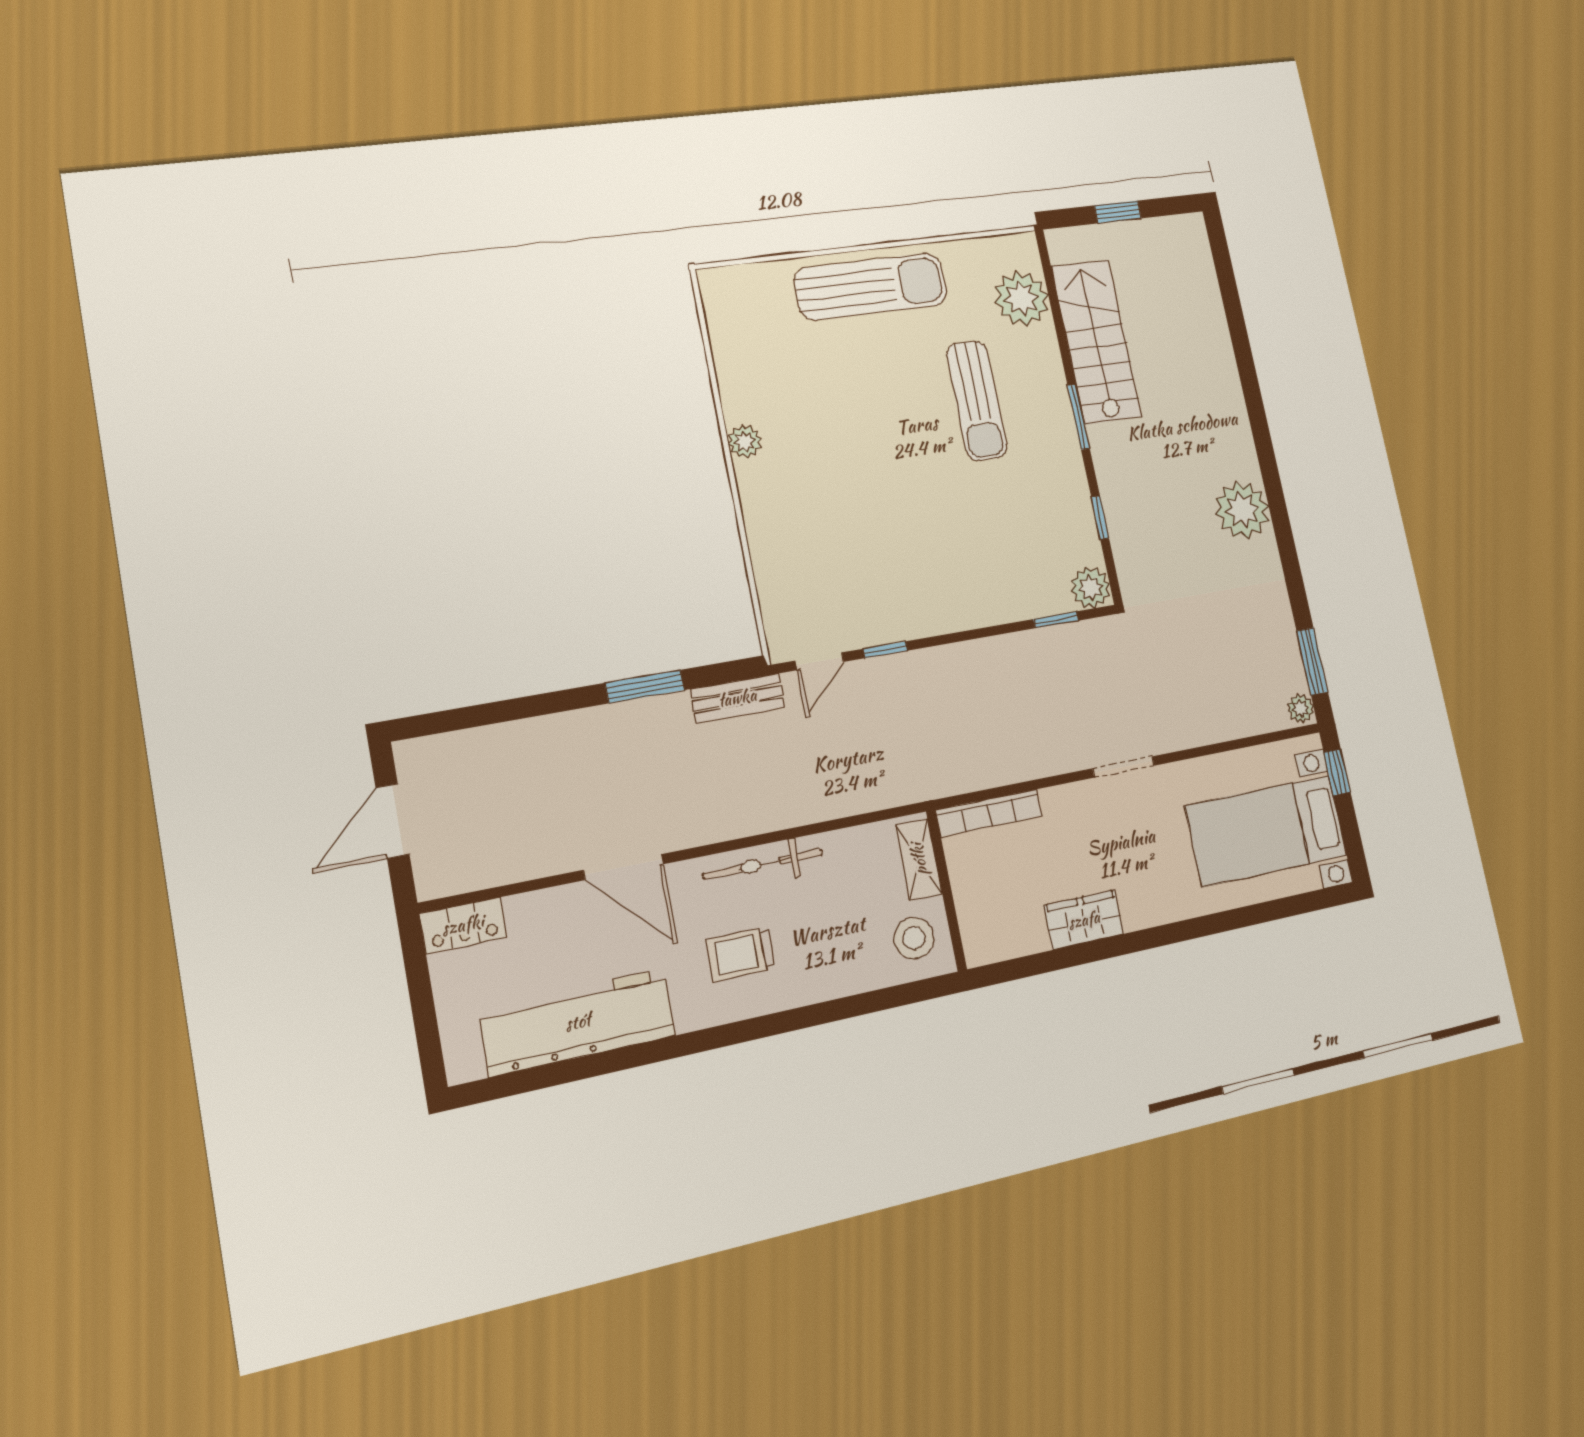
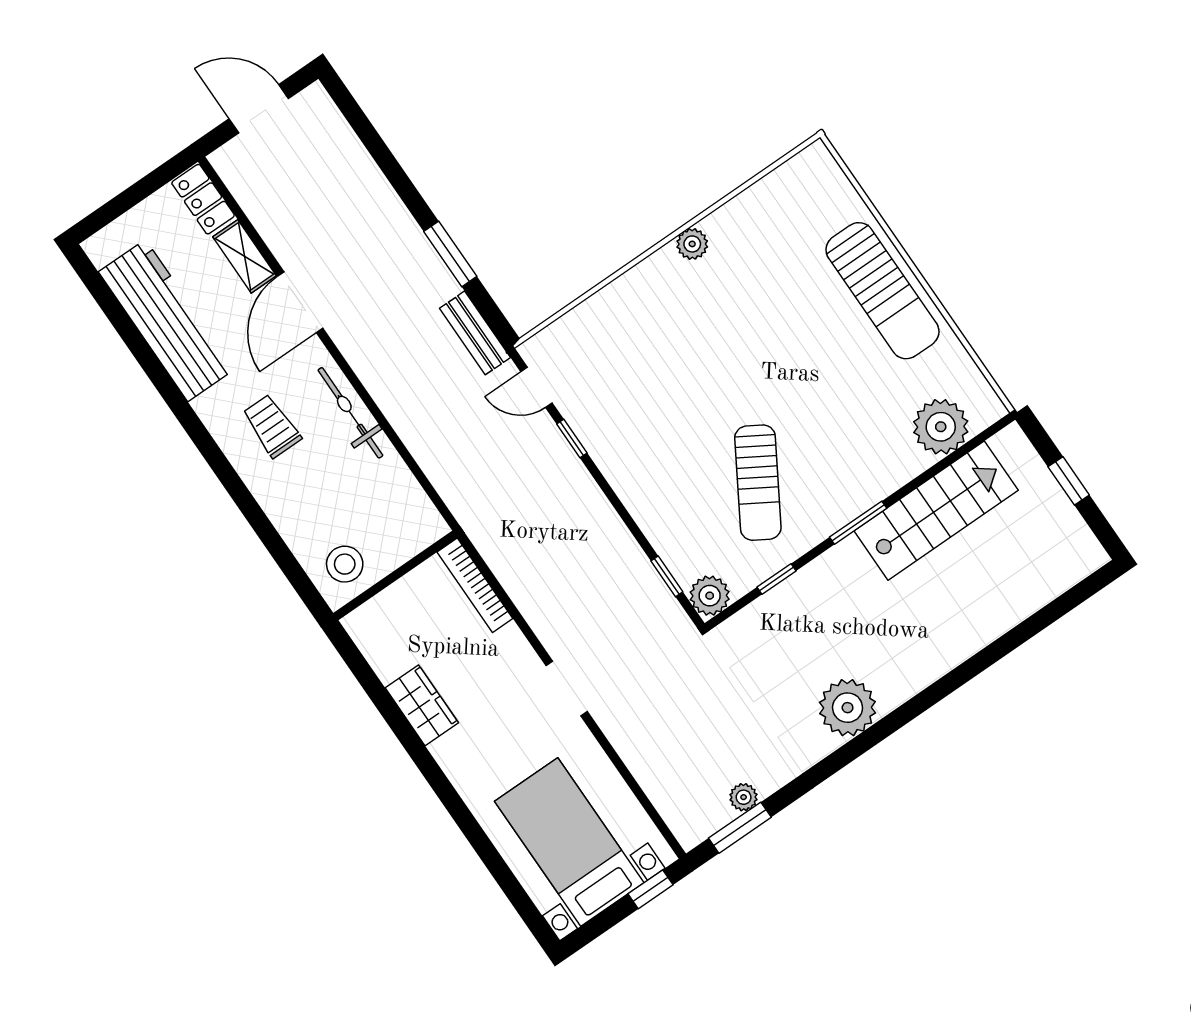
sun lounger: (977, 401) -> (758, 483), moved, turned -59
plant: (1301, 709) -> (744, 797), moved
shelving: (919, 859) -> (245, 256), moved, turned 90

